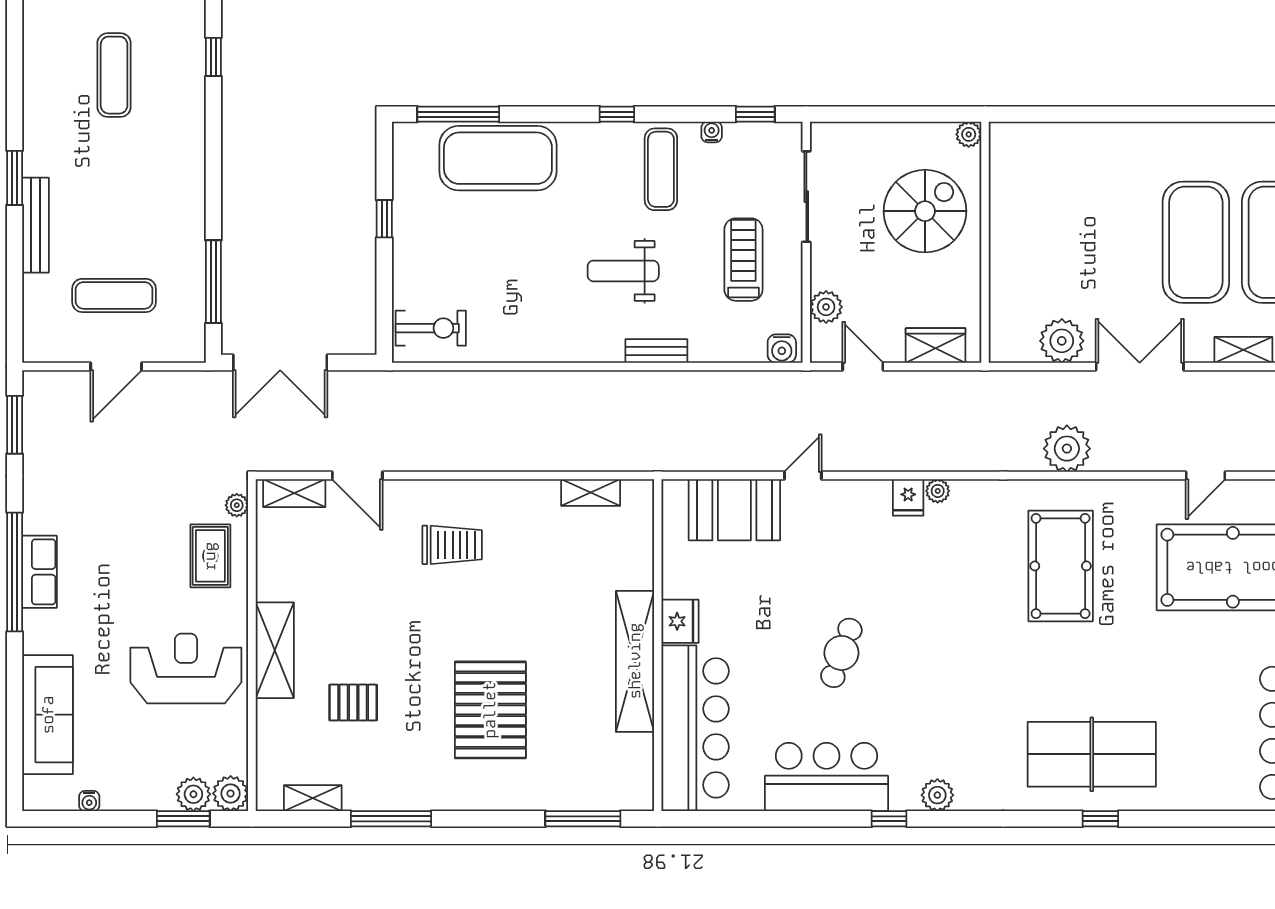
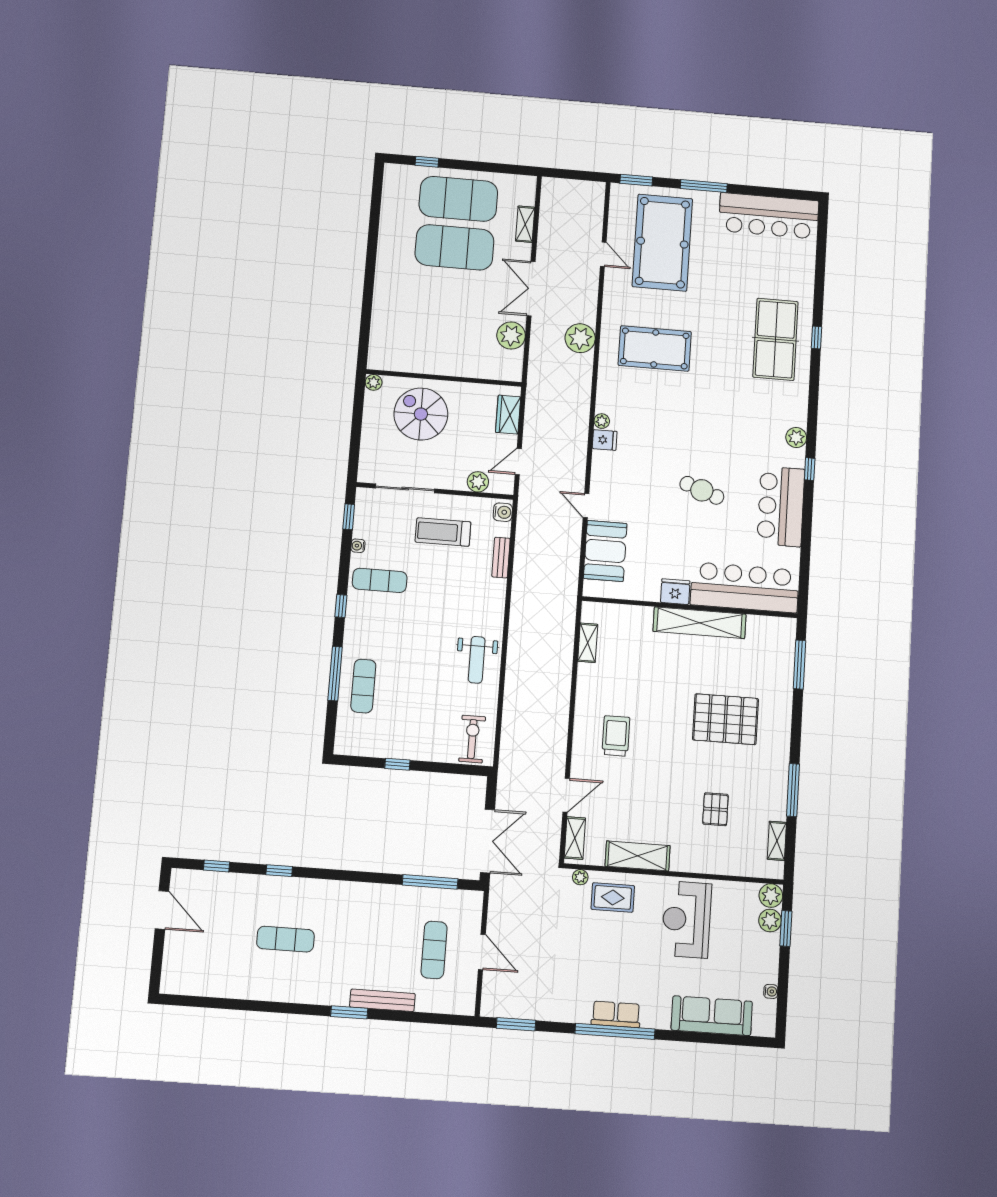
window: (458, 114) -> (335, 674), moved
exercise mat: (498, 158) -> (363, 686), width x0.50, depth x0.69
weight bench: (623, 271) -> (477, 660), moved
bench: (656, 351) -> (501, 558), moved
shelving: (275, 650) -> (638, 856), moved

